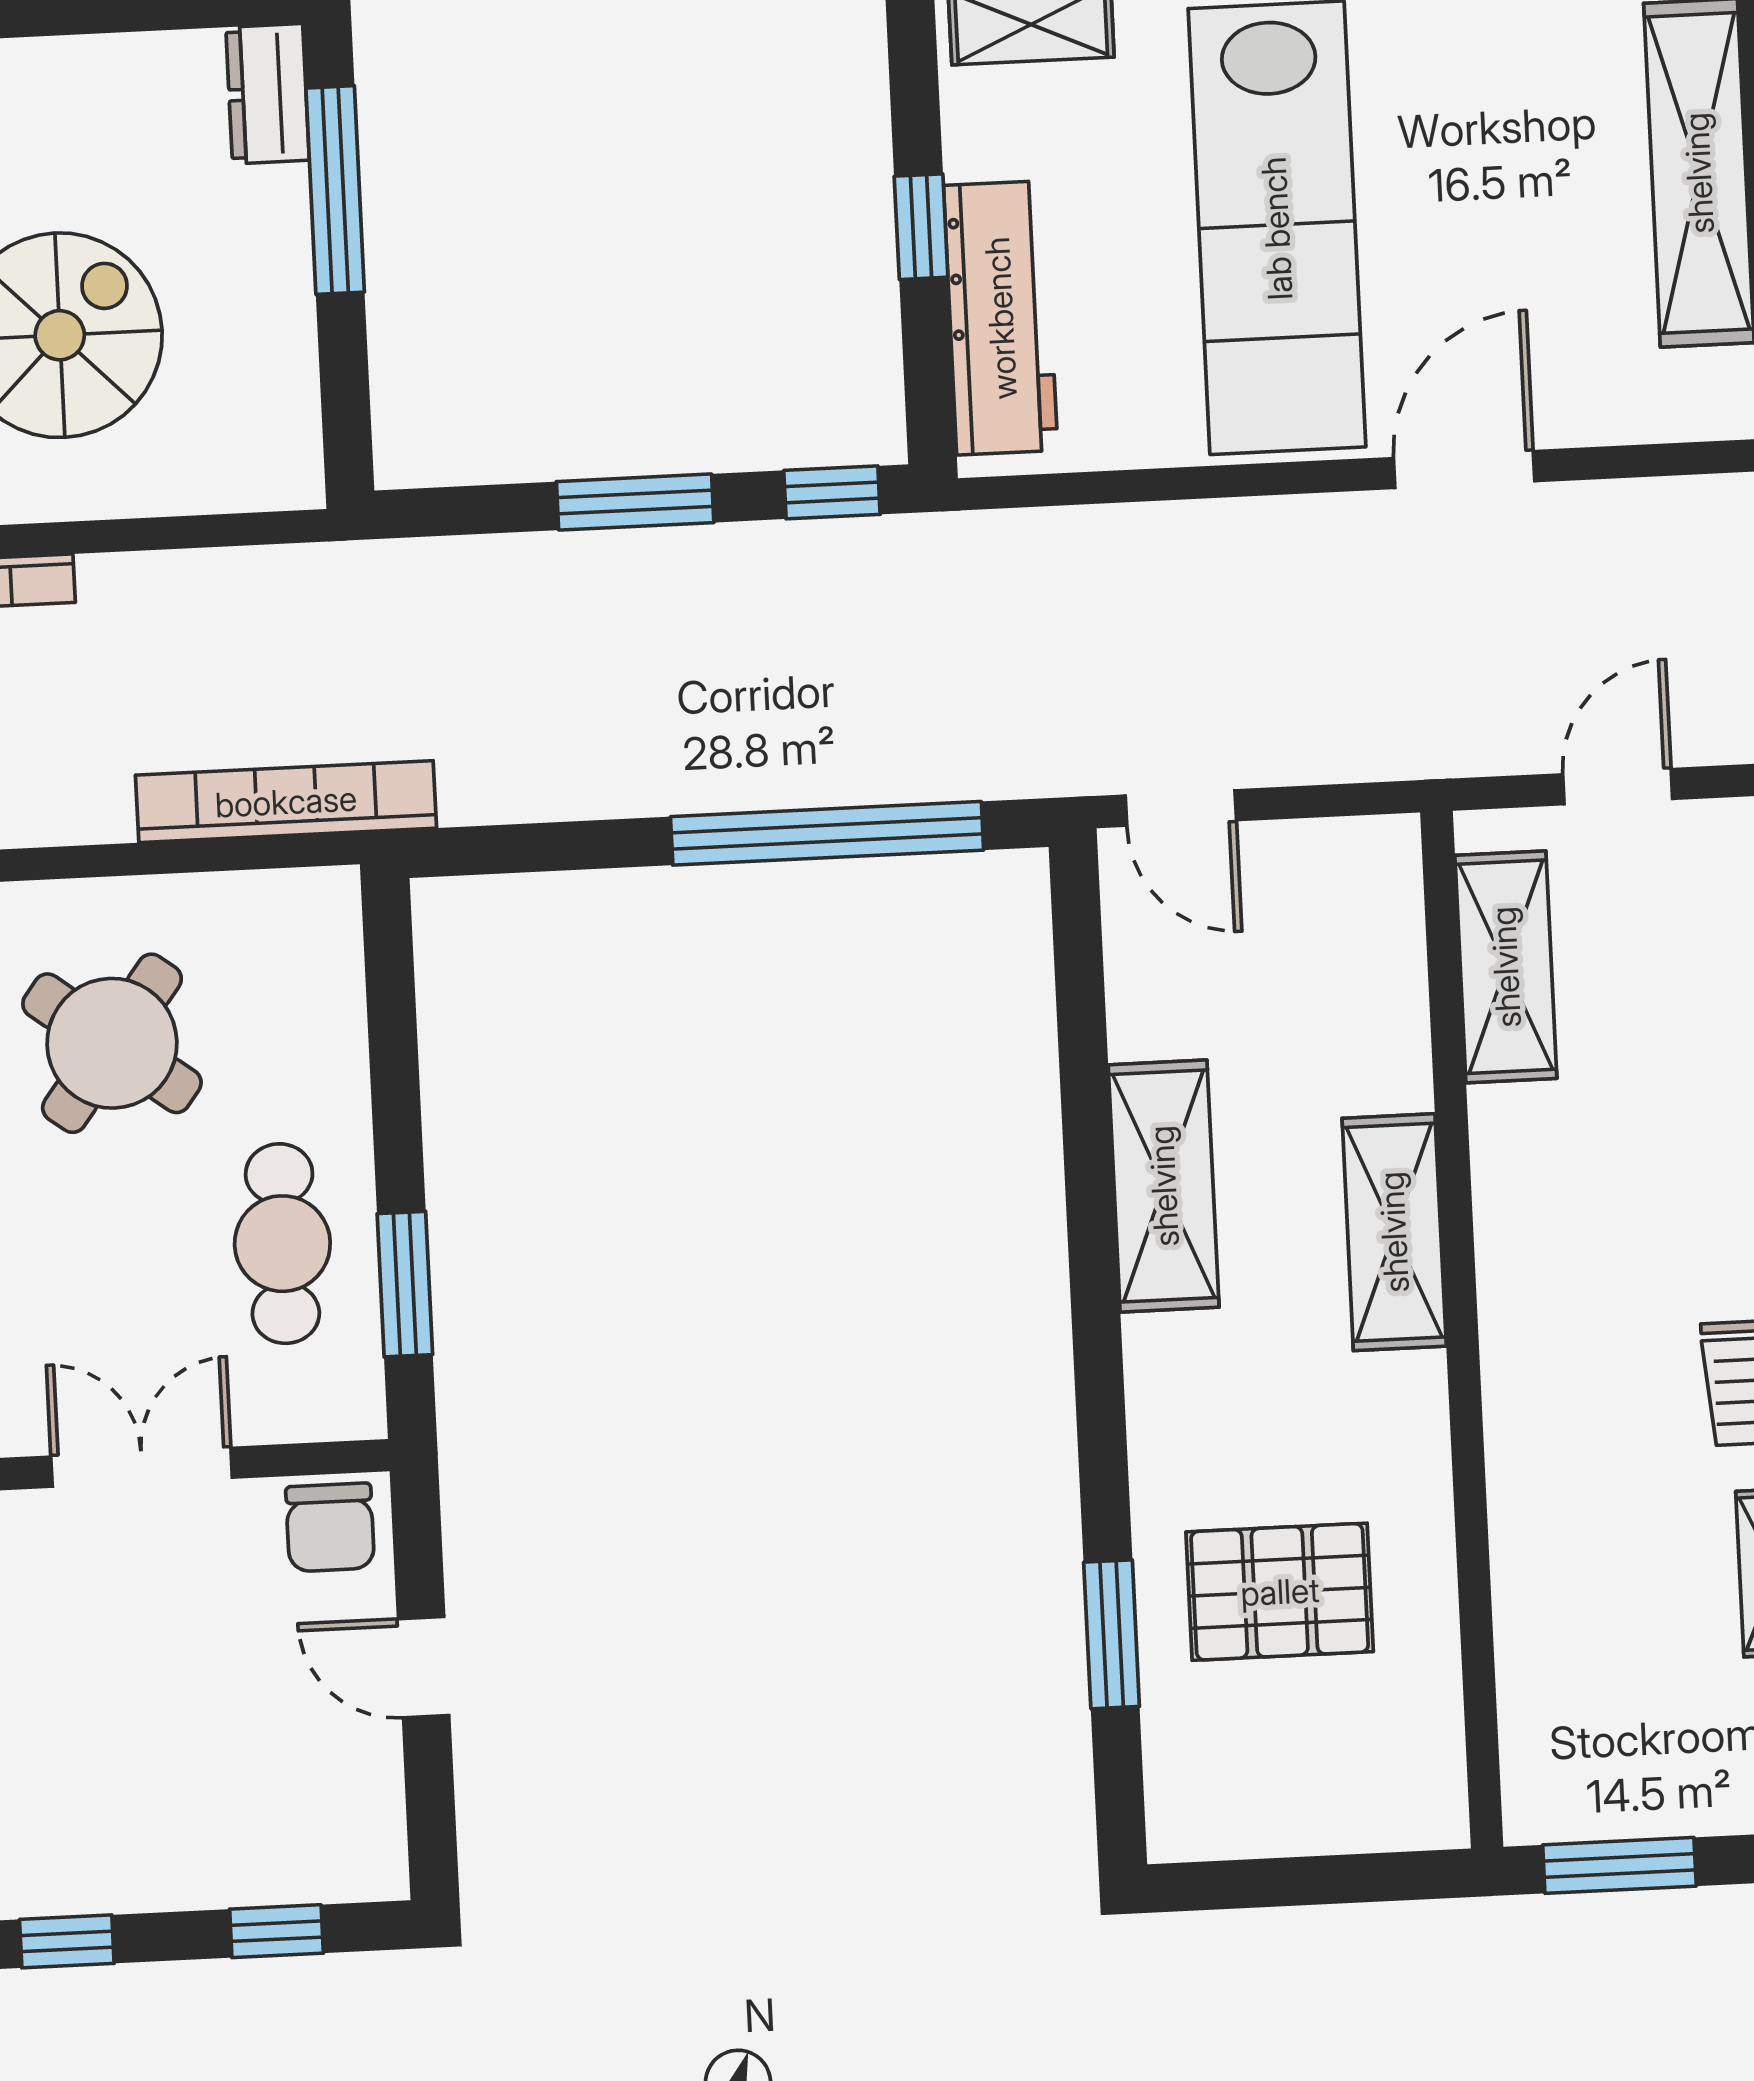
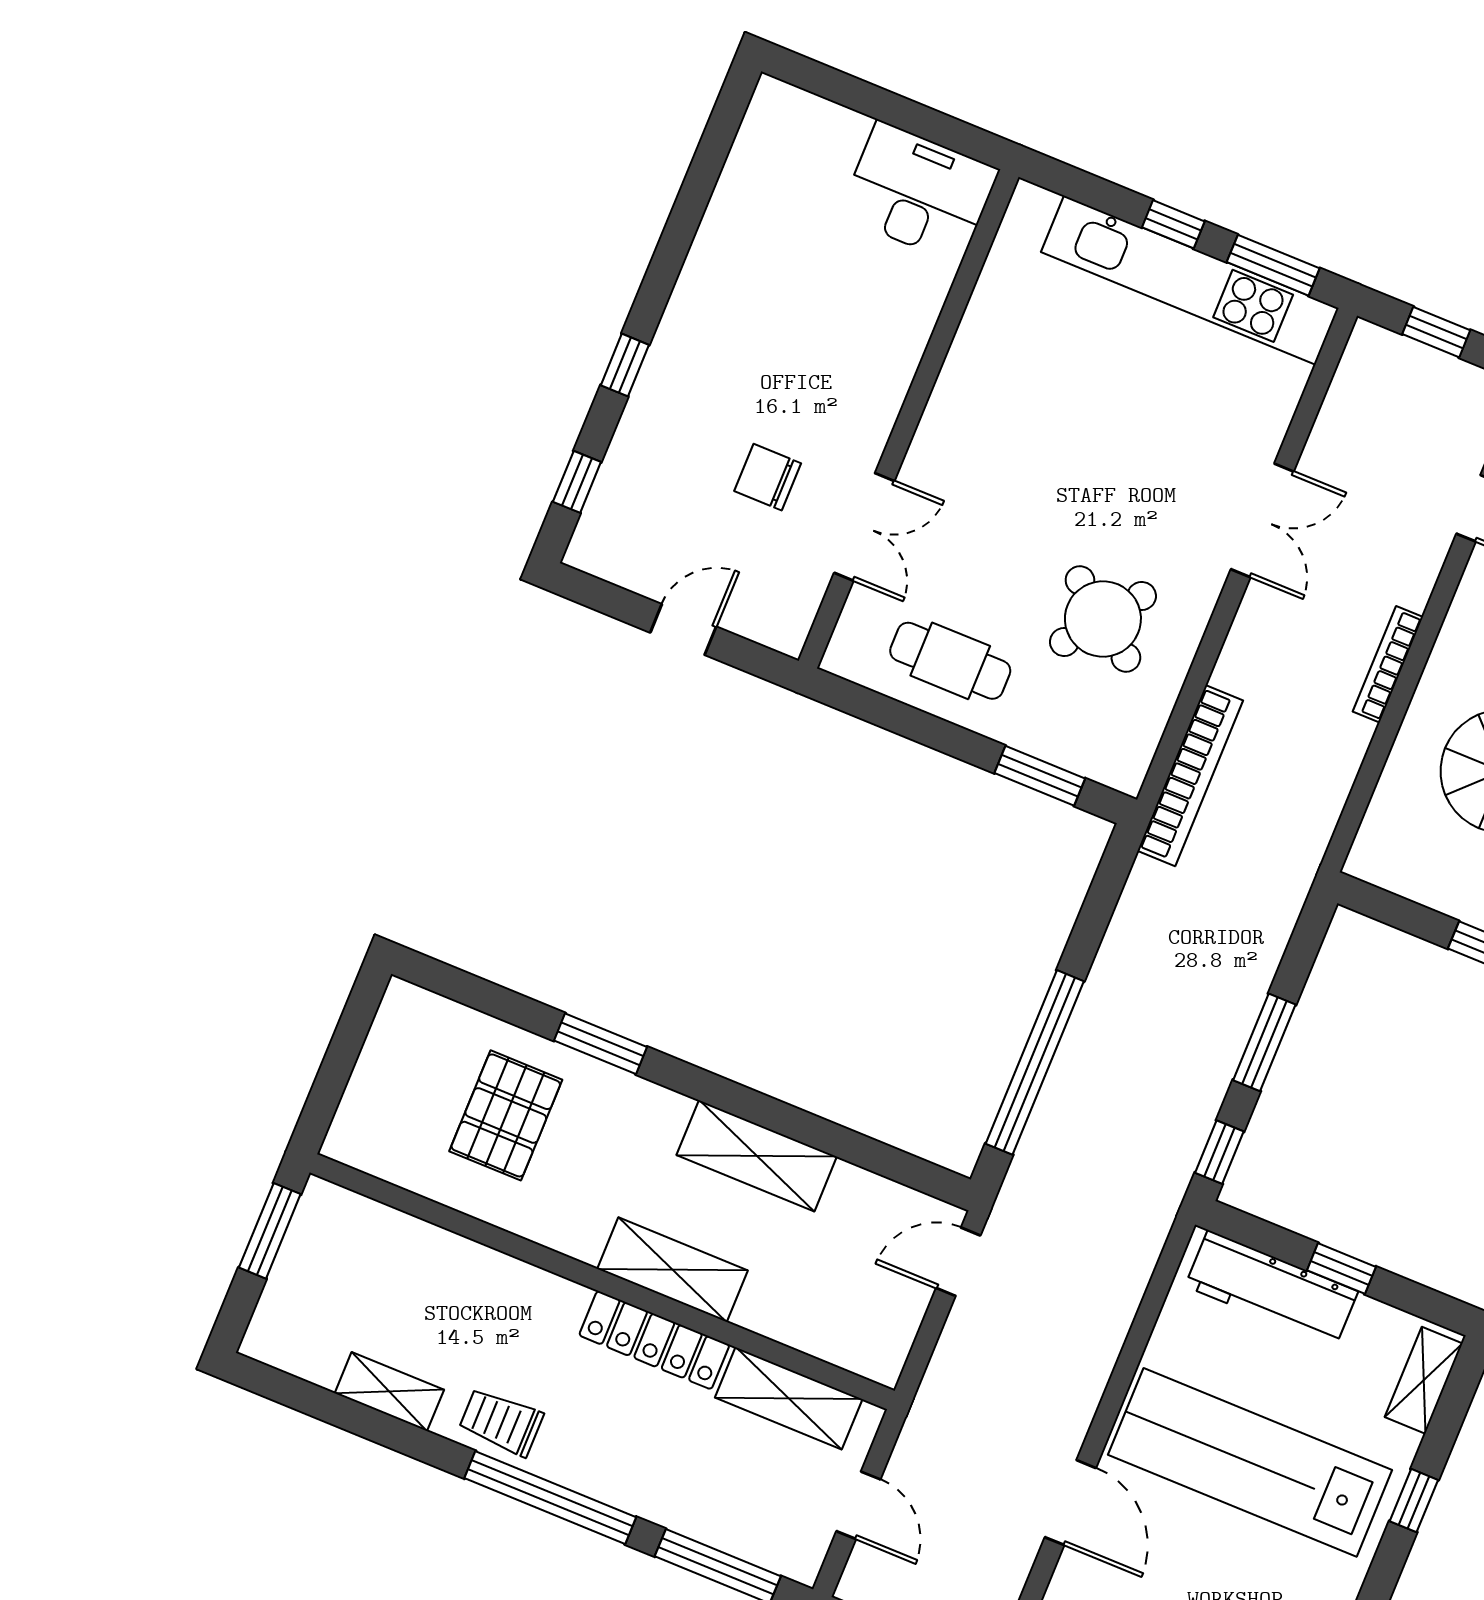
locker: (1513, 1210) -> (654, 1340), added
window: (405, 1284) -> (1040, 776), moved
chair: (330, 1527) -> (768, 477), moved
window: (1112, 1634) -> (601, 1044), moved

